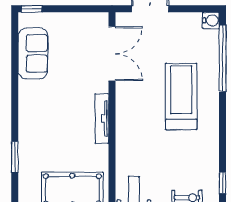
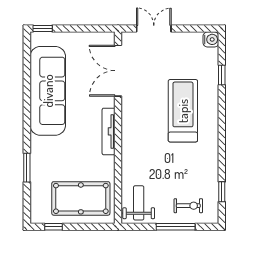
sofa: (33, 53) -> (48, 91), width x1.85, depth x1.27
double door: (112, 54) -> (118, 71), swing flipped
window: (223, 58) -> (222, 75), width x0.32

